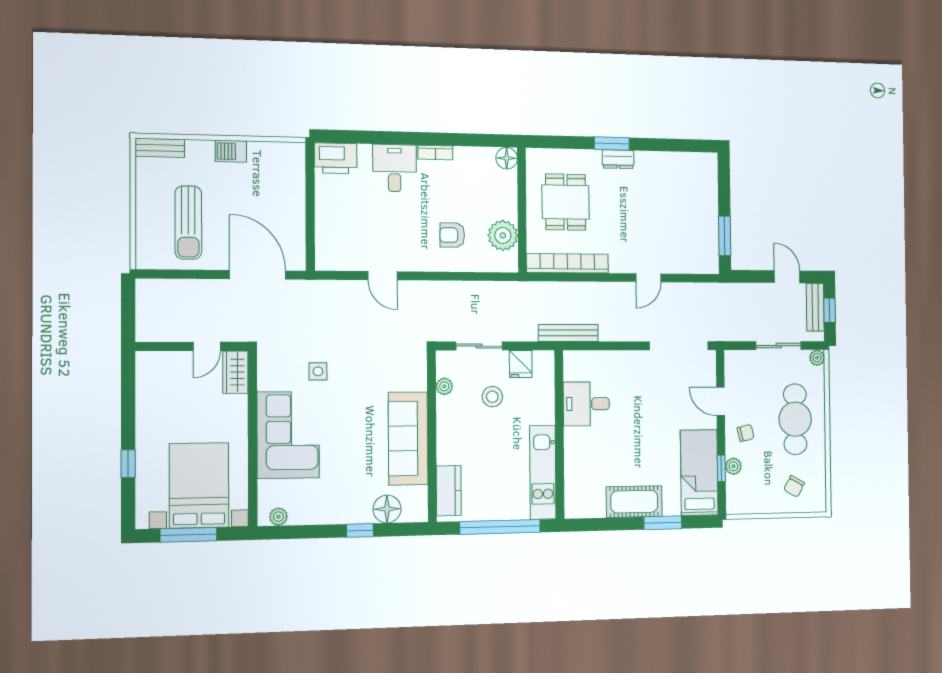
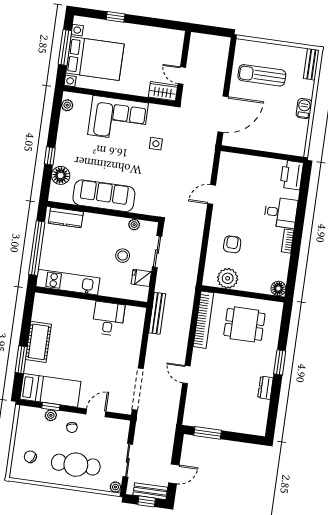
dresser: (618, 159) -> (266, 388), moved

